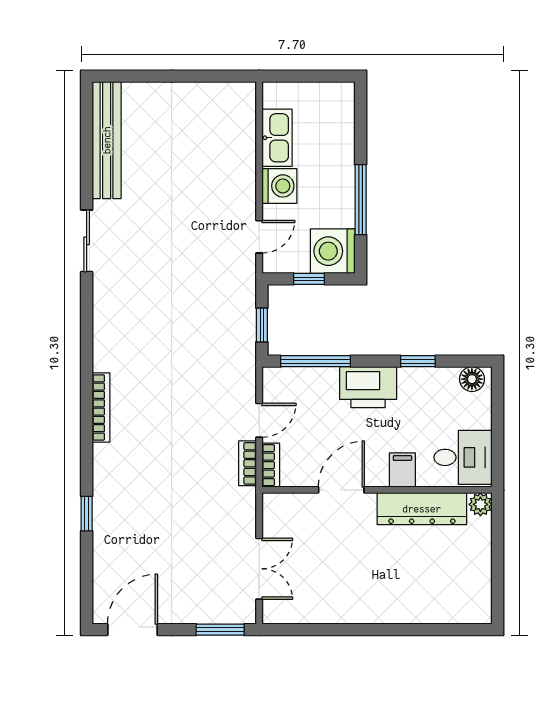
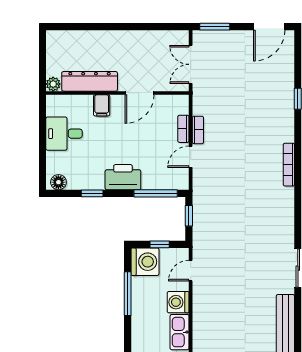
filing cabinet: (402, 470) -> (102, 105), moved
door: (341, 490) -> (140, 93), moved
wall: (377, 490) -> (117, 93), moved
plant: (480, 504) -> (53, 84), moved
dresser: (422, 509) -> (90, 81), moved

